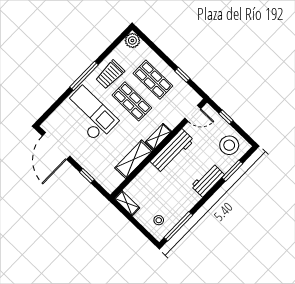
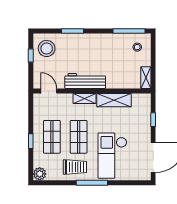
window: (182, 75) -> (31, 141), moved
window: (226, 117) -> (31, 56), moved
window: (232, 171) -> (73, 31), moved
workbench: (208, 180) -> (82, 41), removed

